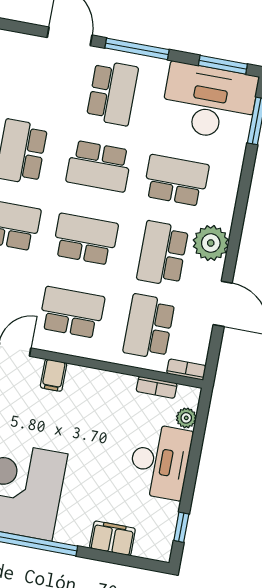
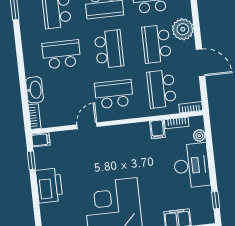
school desk: (85, 239) -> (109, 49), turned 90
filing cabinet: (53, 375) -> (157, 129), moved

